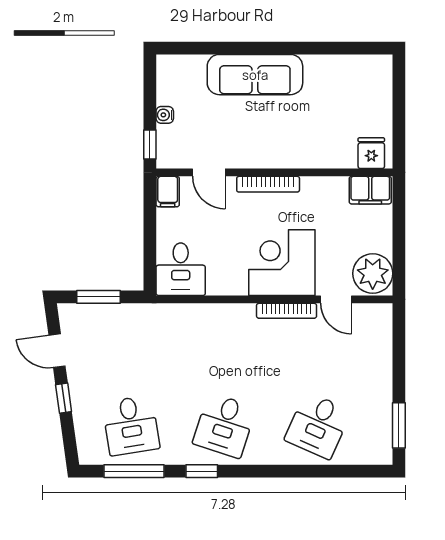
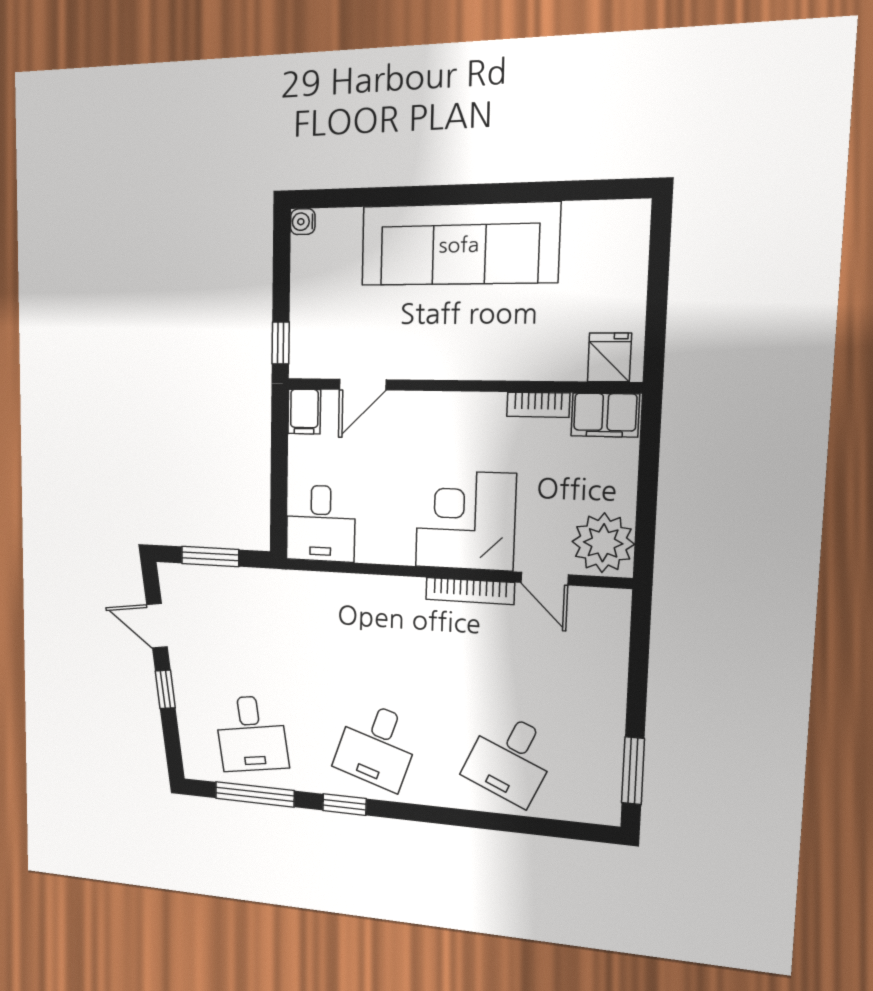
sofa: (255, 75) -> (459, 244), width x1.36, depth x1.27
water cooler: (165, 115) -> (303, 222), moved
door: (209, 172) -> (363, 385), hinge flipped
bookcase: (268, 184) -> (538, 405), moved, width x0.64

